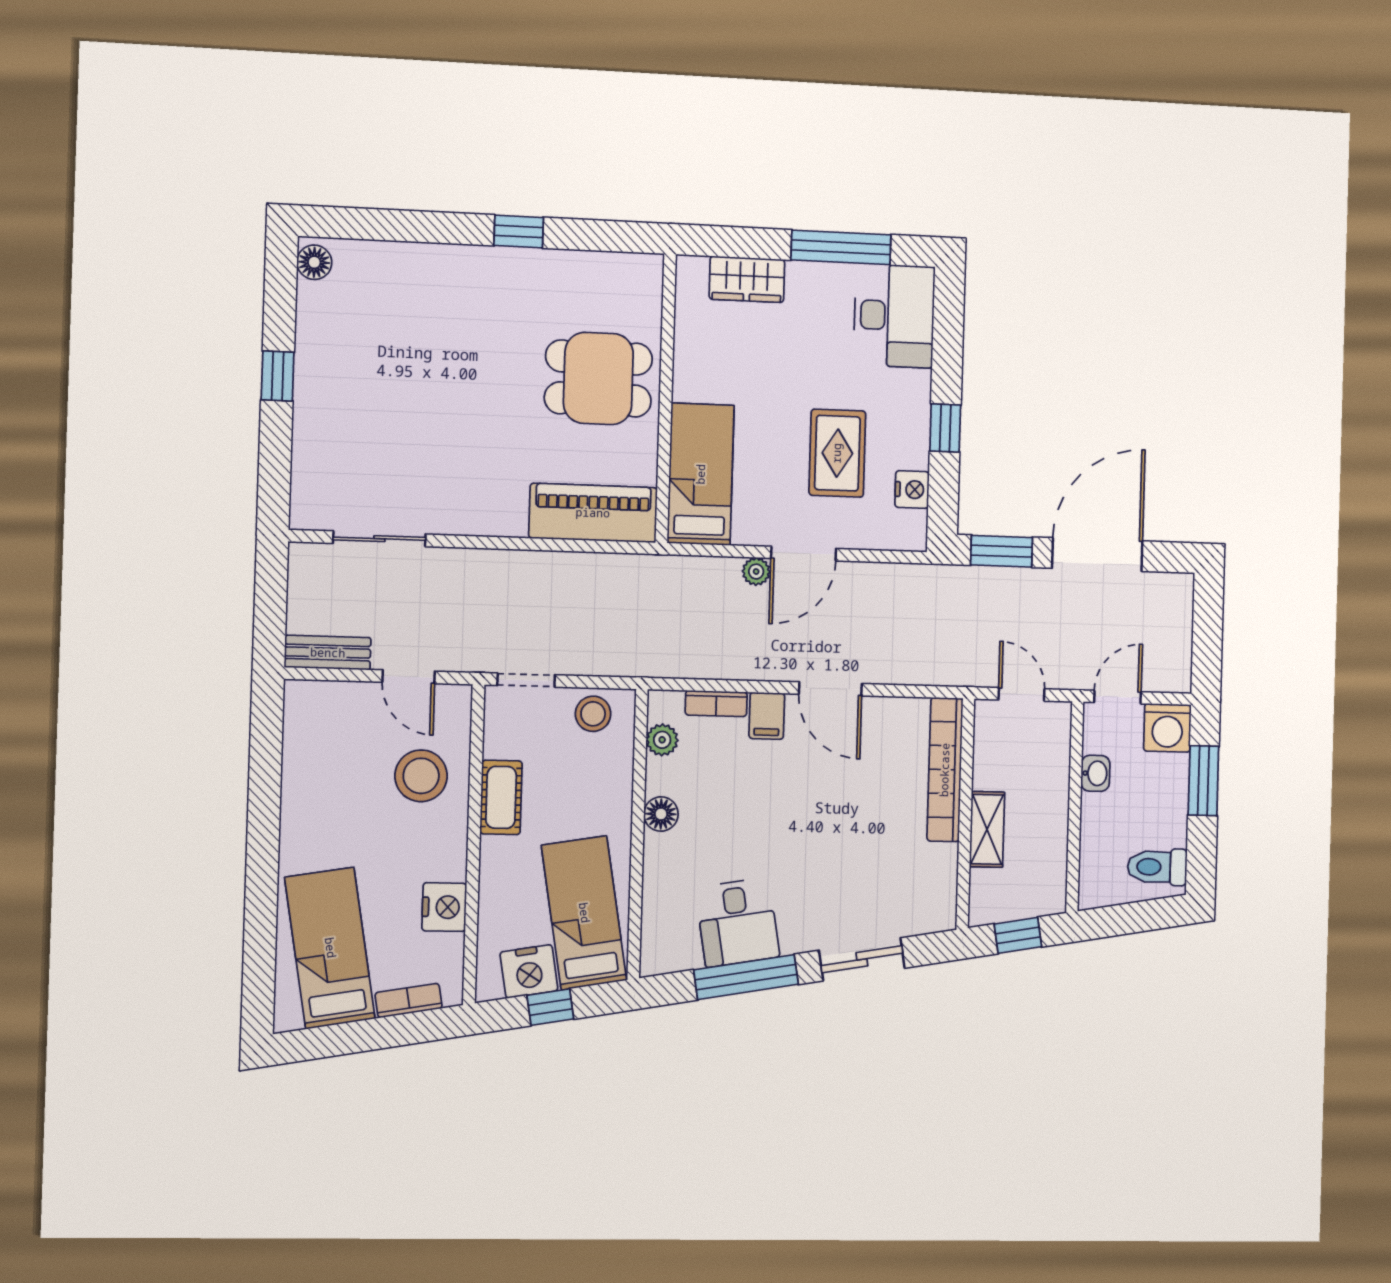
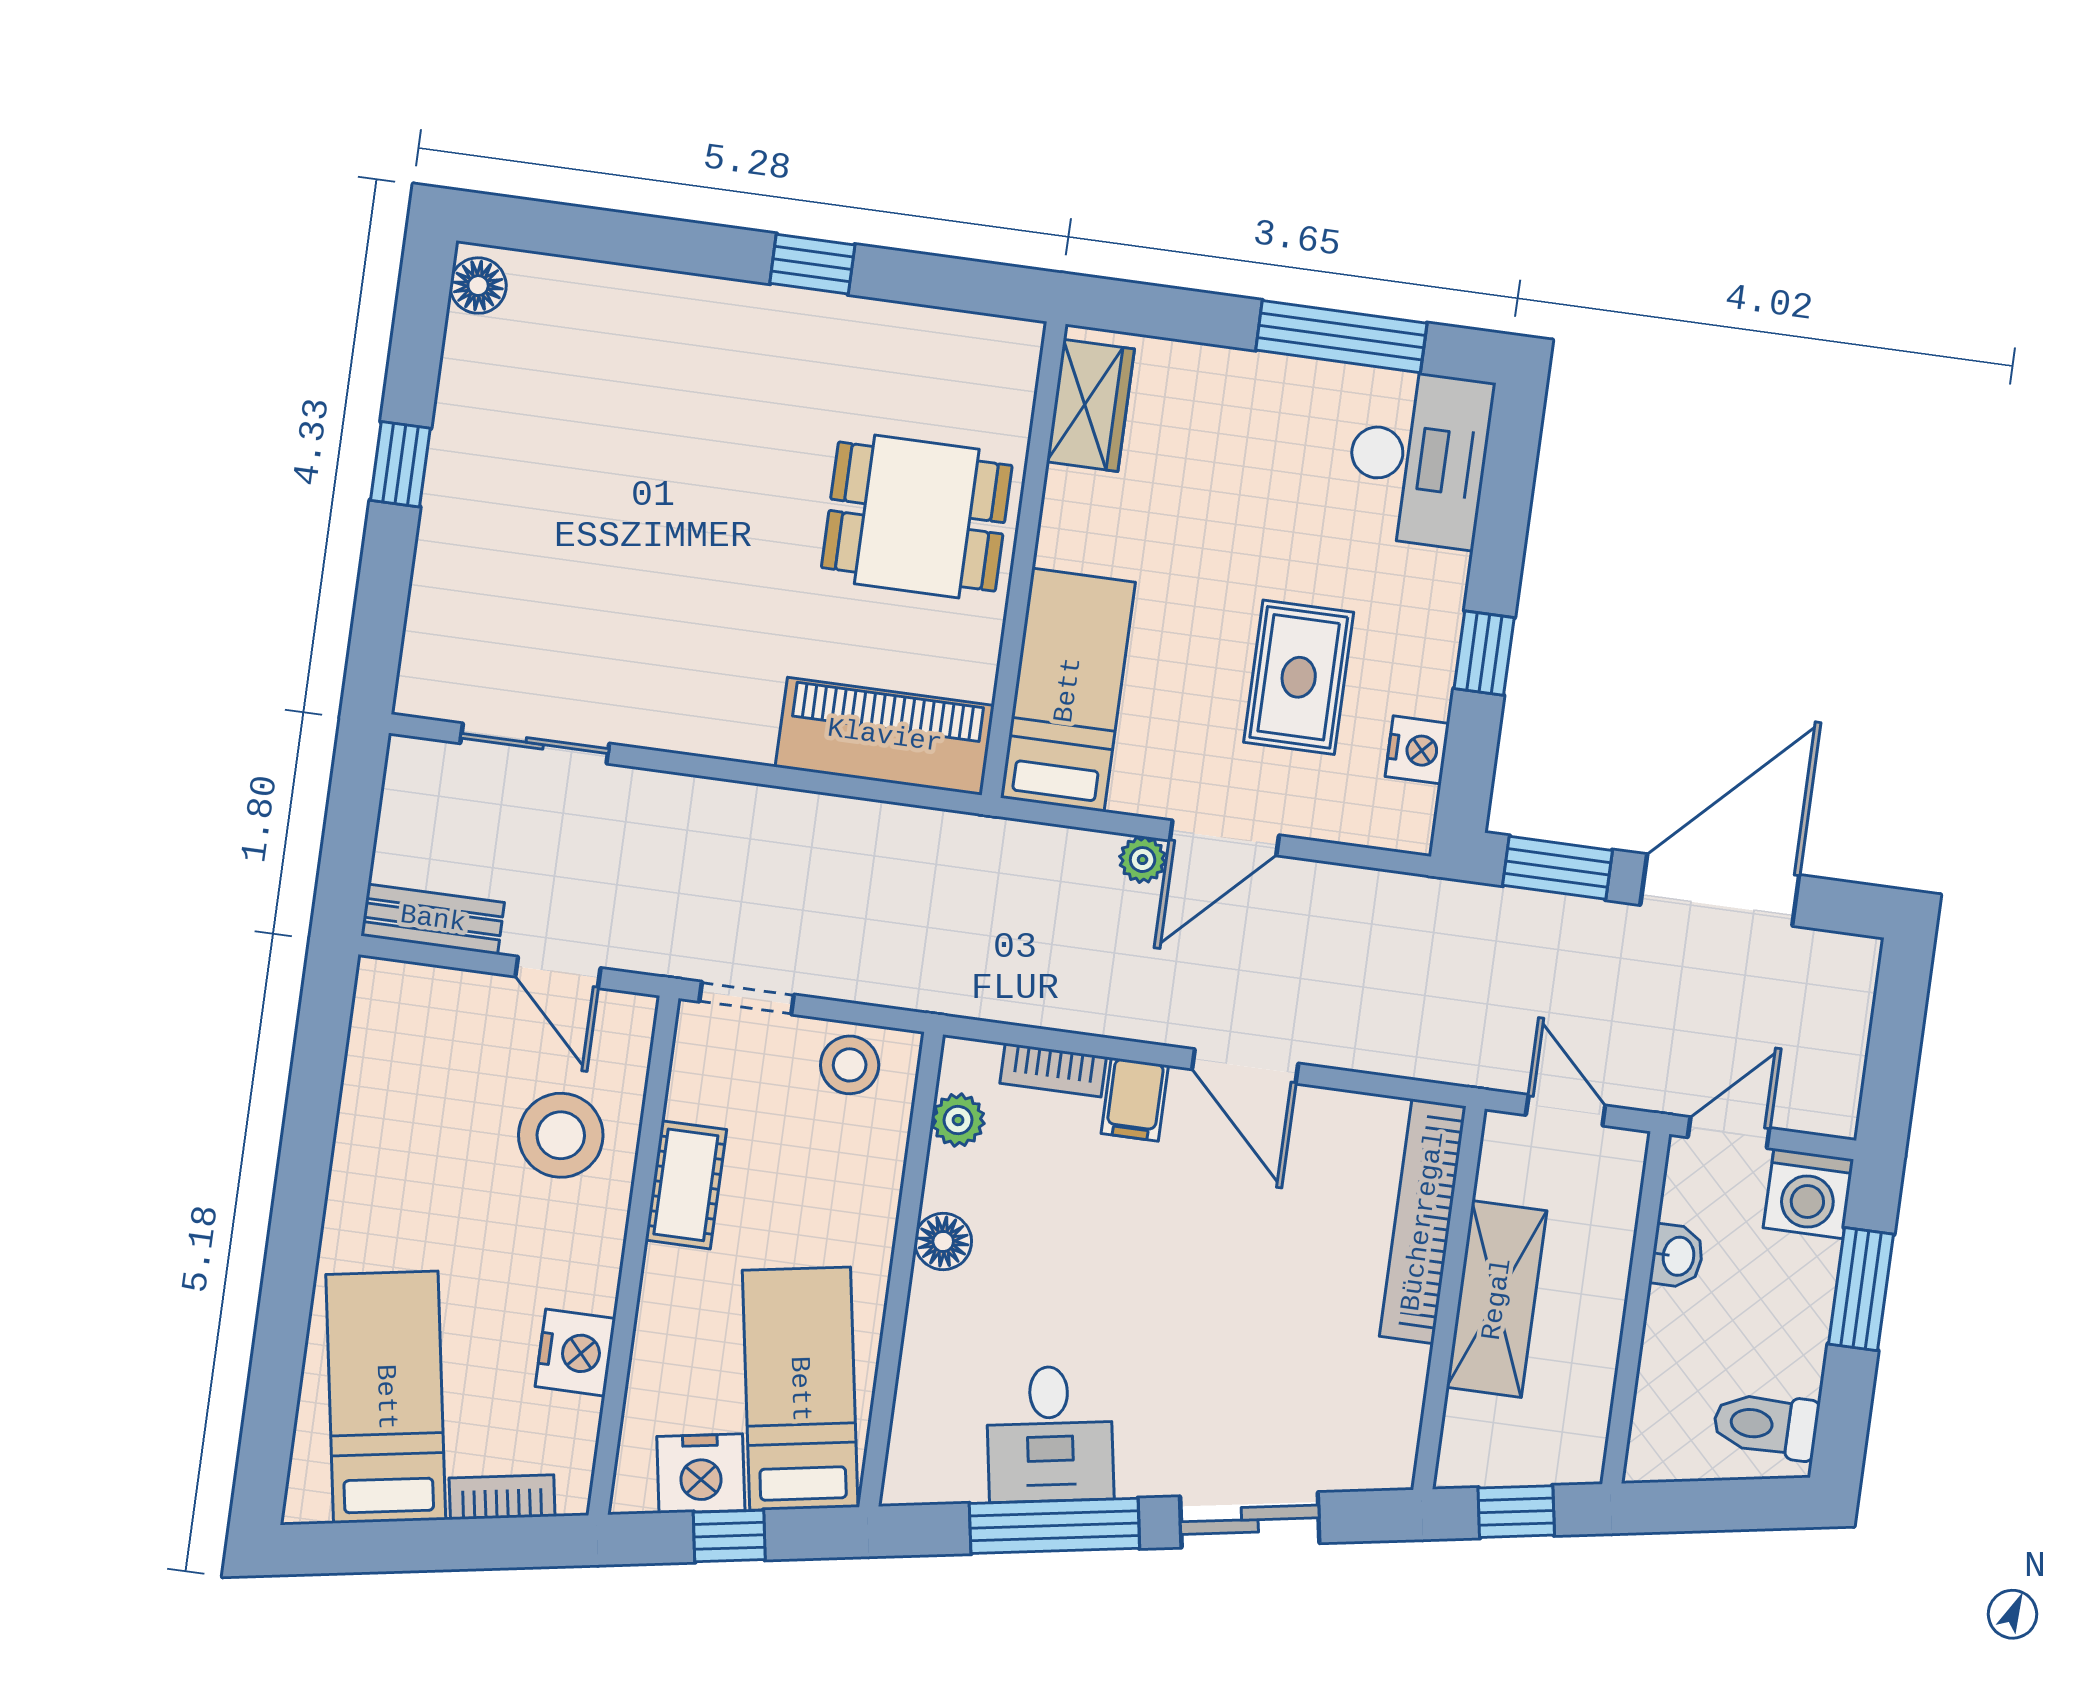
wardrobe: (747, 279) -> (1090, 405), moved, turned -90
shelving: (987, 829) -> (1497, 1299), width x1.50, depth x1.33

